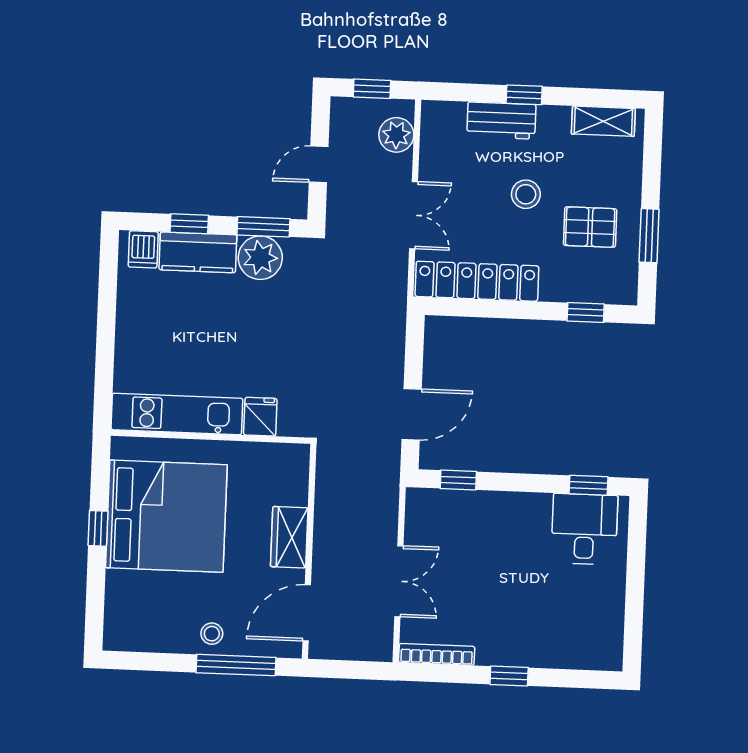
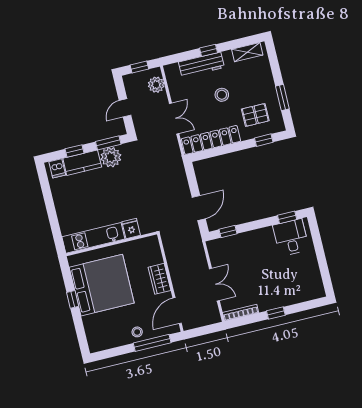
workbench: (501, 121) -> (201, 65), width x1.38
pallet: (590, 227) -> (255, 115), moved

